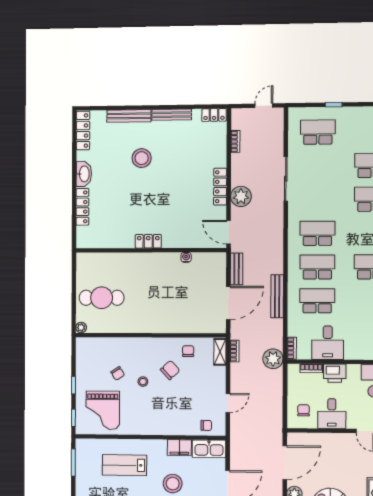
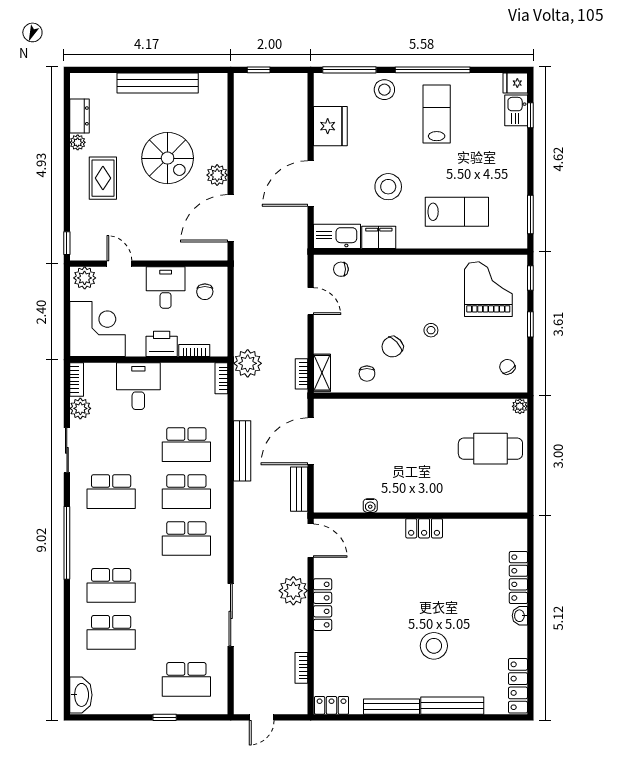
washbasin: (84, 174) -> (520, 616), width x0.52, depth x0.69
desk: (328, 343) -> (138, 386), moved
chair: (118, 373) -> (507, 367), moved
door: (228, 403) -> (311, 301), swing flipped

